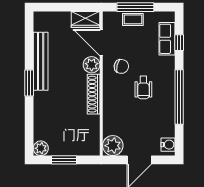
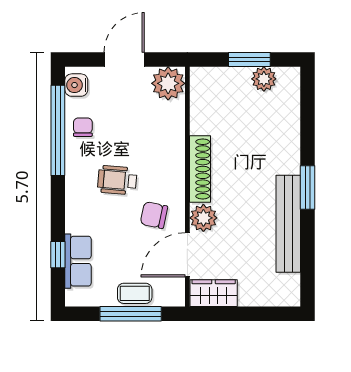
door: (101, 43) -> (187, 255), swing flipped
wheelchair: (143, 87) -> (117, 180), turned -85
window: (179, 97) -> (58, 130), moved
chair: (164, 119) -> (83, 127), added
plant: (41, 148) -> (264, 79), moved

